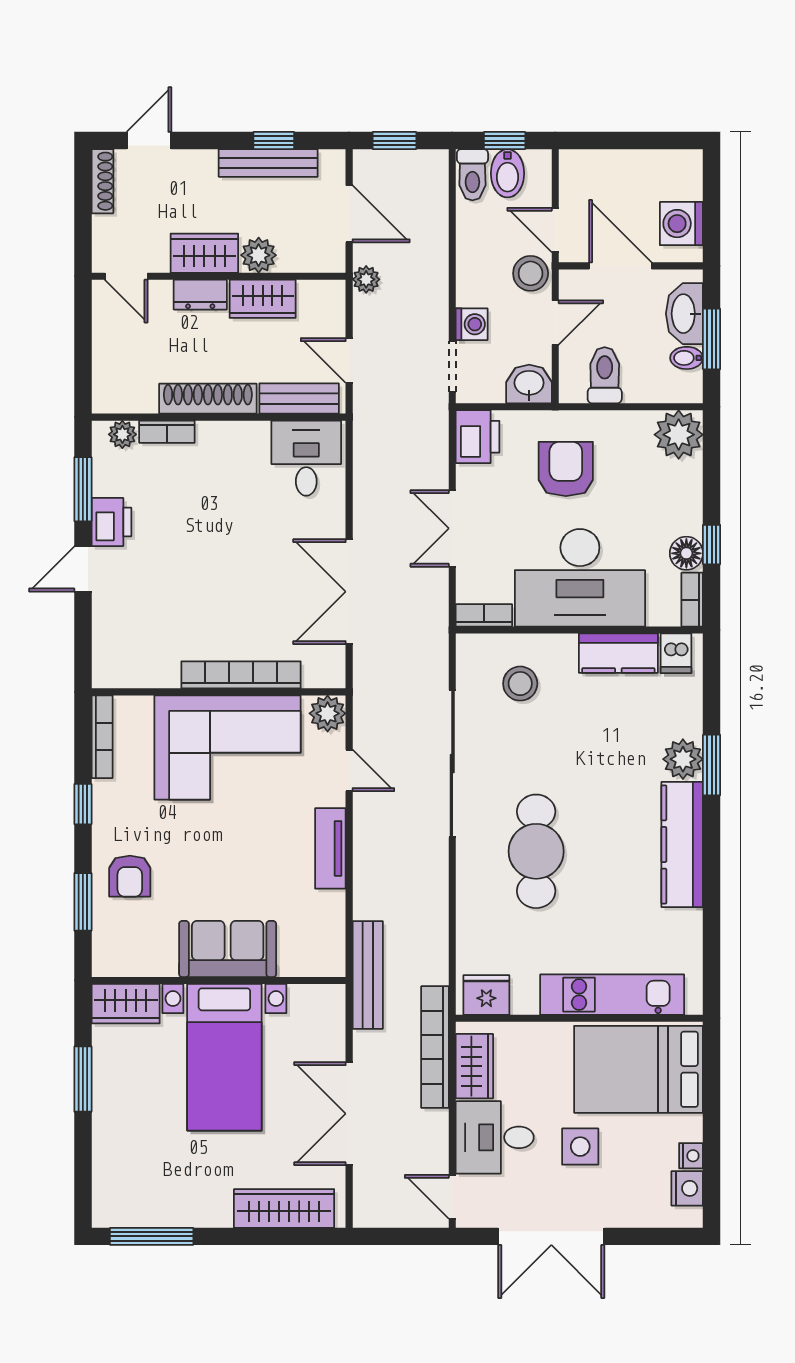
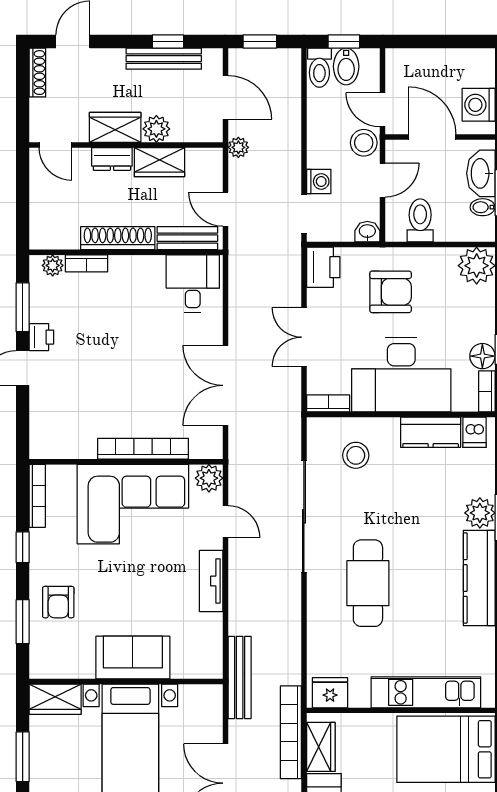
washbasin: (529, 384) -> (367, 232), width x0.72, depth x0.69
armchair: (566, 469) -> (391, 292), turned 90
printer: (111, 522) -> (41, 337), width x0.73, depth x0.81

